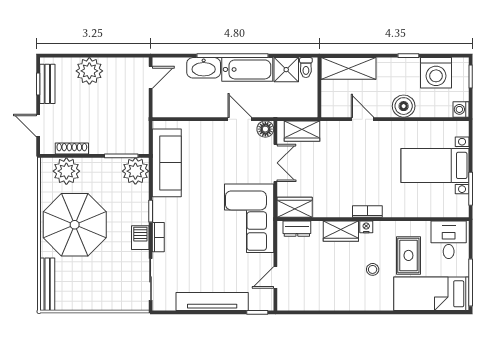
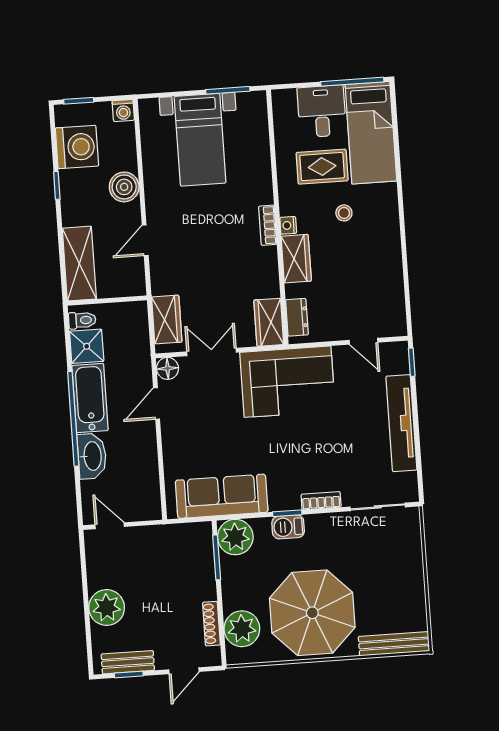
barbecue: (140, 238) -> (288, 527), moved
desk: (449, 240) -> (322, 111), moved, turned 90

